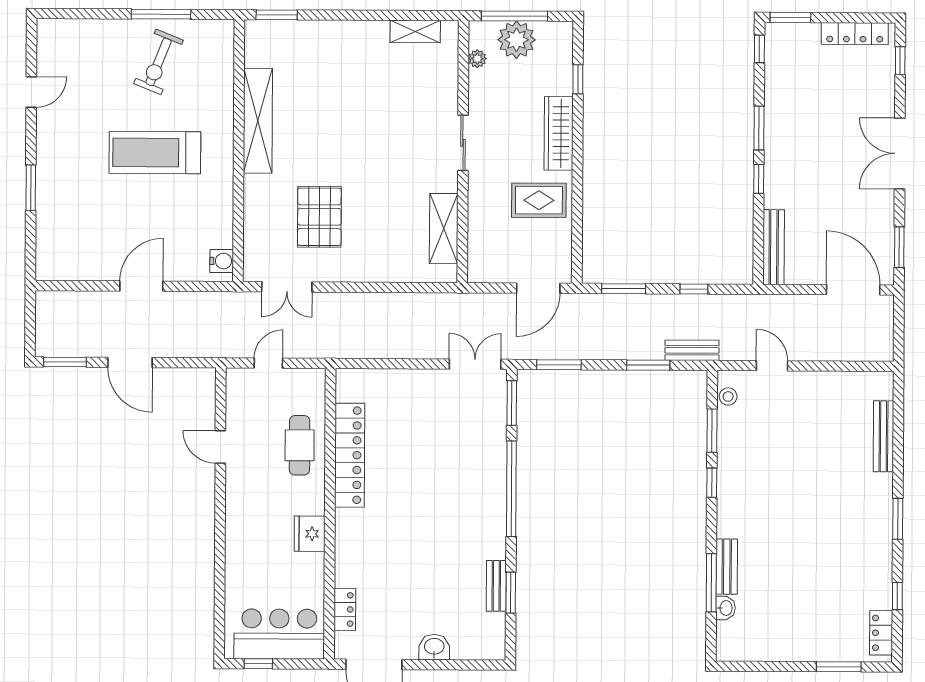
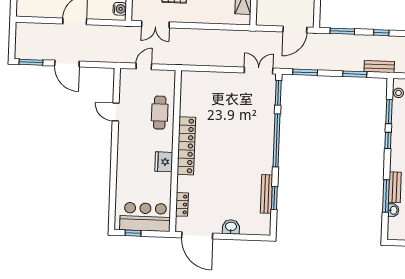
locker: (350, 455) -> (186, 146), moved
bench: (496, 586) -> (266, 194), width x1.36

